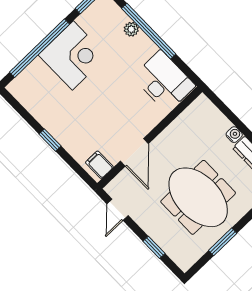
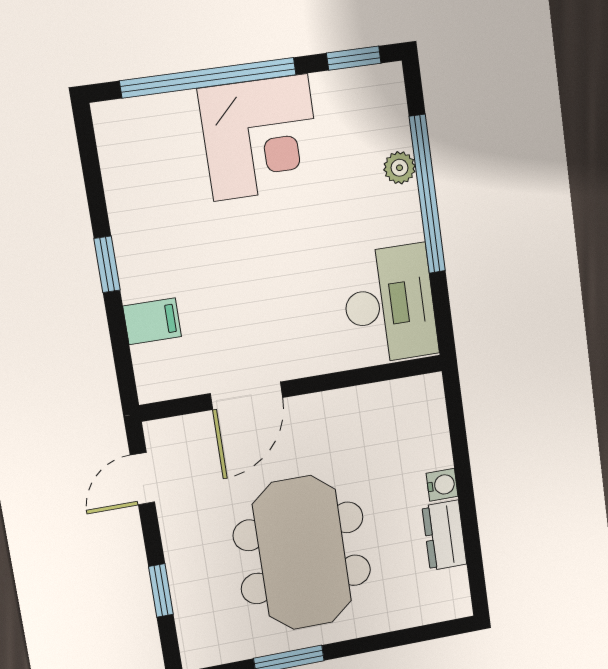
filing cabinet: (99, 165) -> (152, 321), moved, turned 90

